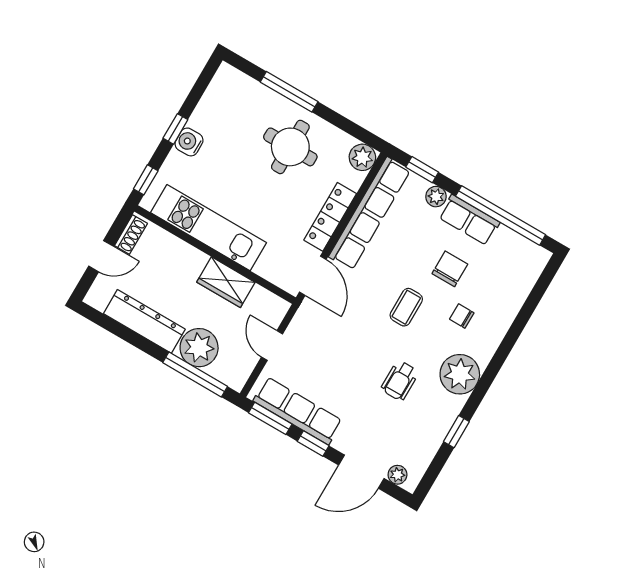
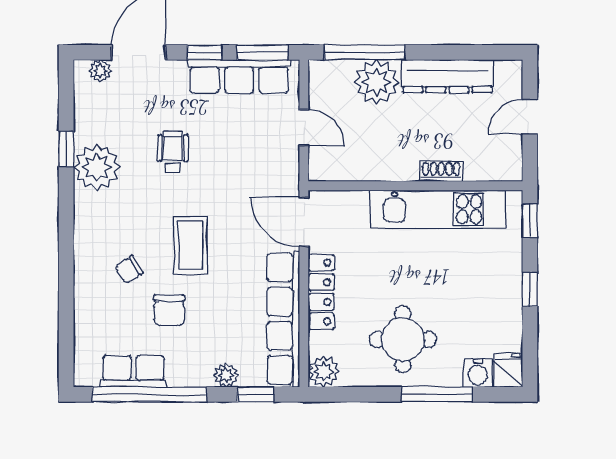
fridge: (226, 79) -> (509, 370), added
water cooler: (189, 142) -> (478, 373), moved, turned 90
row of seats: (469, 220) -> (133, 371), moved
shoe rack: (131, 235) -> (441, 171), moved, turned 90
wardrobe: (226, 282) -> (388, 164), removed
coffee table: (406, 307) -> (191, 246), width x1.36, depth x1.30
chair: (462, 316) -> (129, 270), turned 147
plant: (460, 374) -> (97, 167), moved
wheelchair: (400, 381) -> (173, 151), moved

